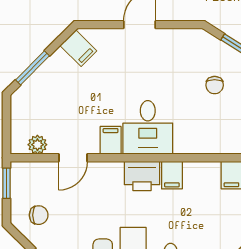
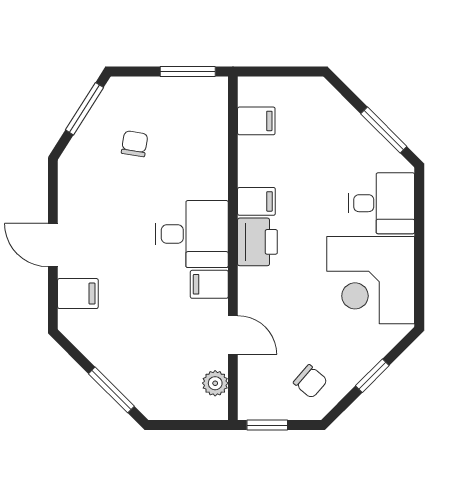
filing cabinet: (78, 48) -> (78, 294), moved, turned 45
chair: (215, 85) -> (135, 144), turned -81
chair: (39, 215) -> (310, 382), turned 131

